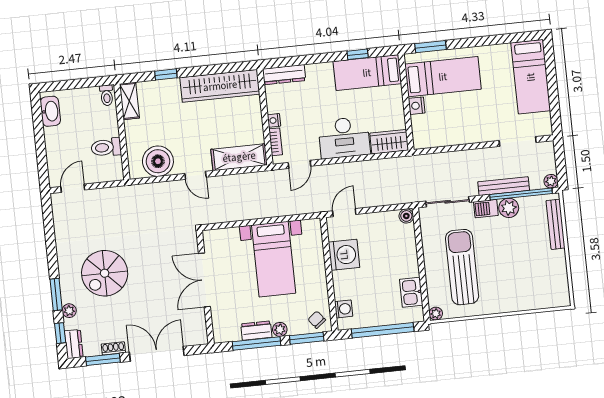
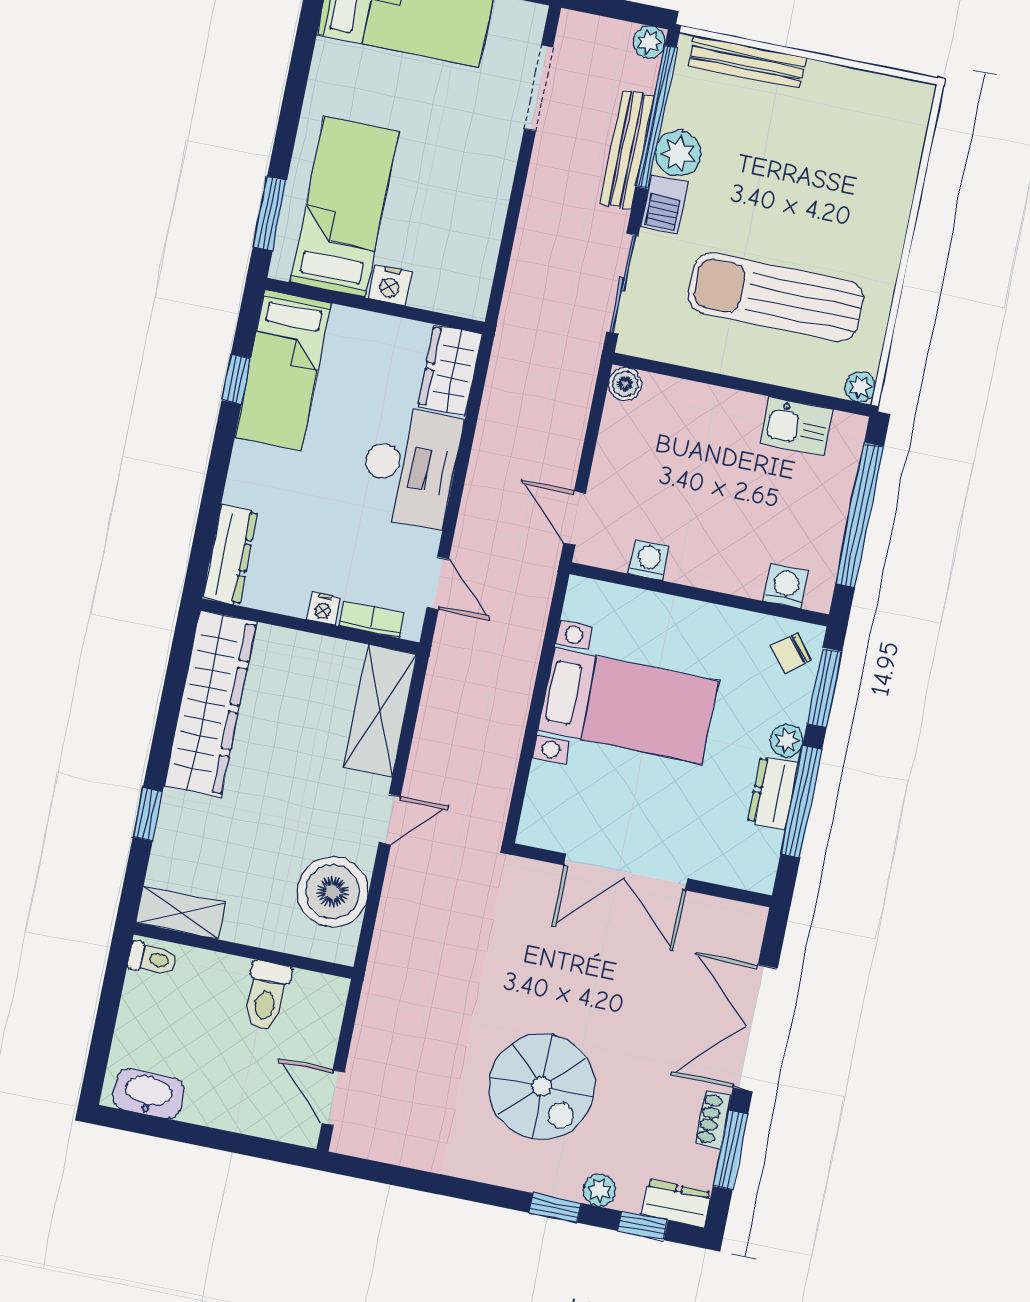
washing machine: (344, 255) -> (649, 560), width x0.53, depth x0.53
window: (56, 294) -> (555, 1208), width x0.67

